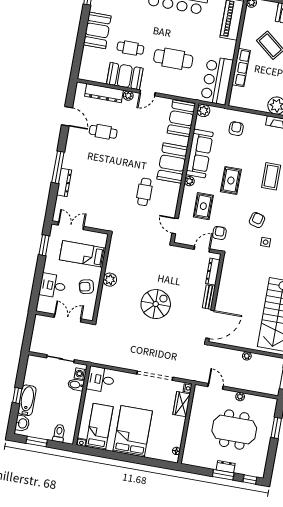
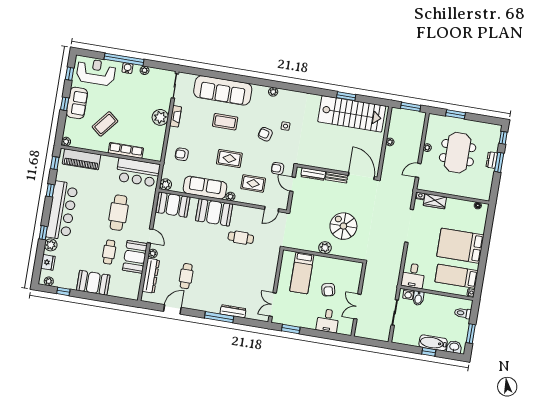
bed: (83, 254) -> (302, 273), moved
wall: (102, 278) -> (323, 255), moved
plant: (110, 280) -> (325, 248), moved

